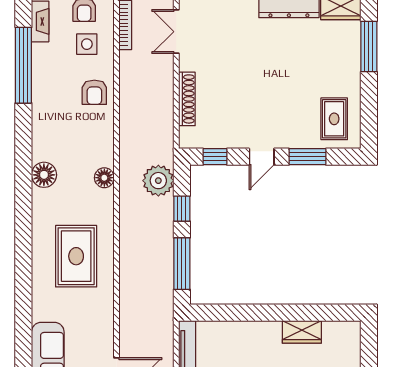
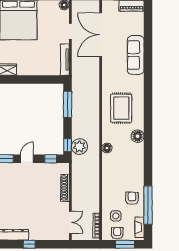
armchair: (94, 92) -> (132, 198), moved
floor lamp: (44, 175) -> (138, 136), moved
window: (182, 209) -> (68, 145), moved

